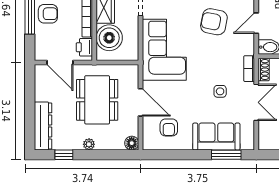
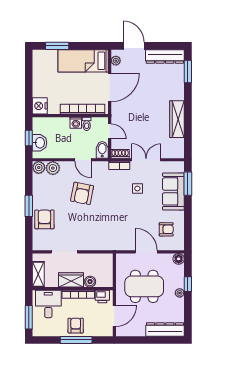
boiler: (109, 38) -> (90, 282), width x0.54, depth x0.54
corner sofa: (164, 50) -> (104, 233), removed
door: (141, 102) -> (146, 252), hinge flipped
window: (64, 155) -> (188, 284), moved

